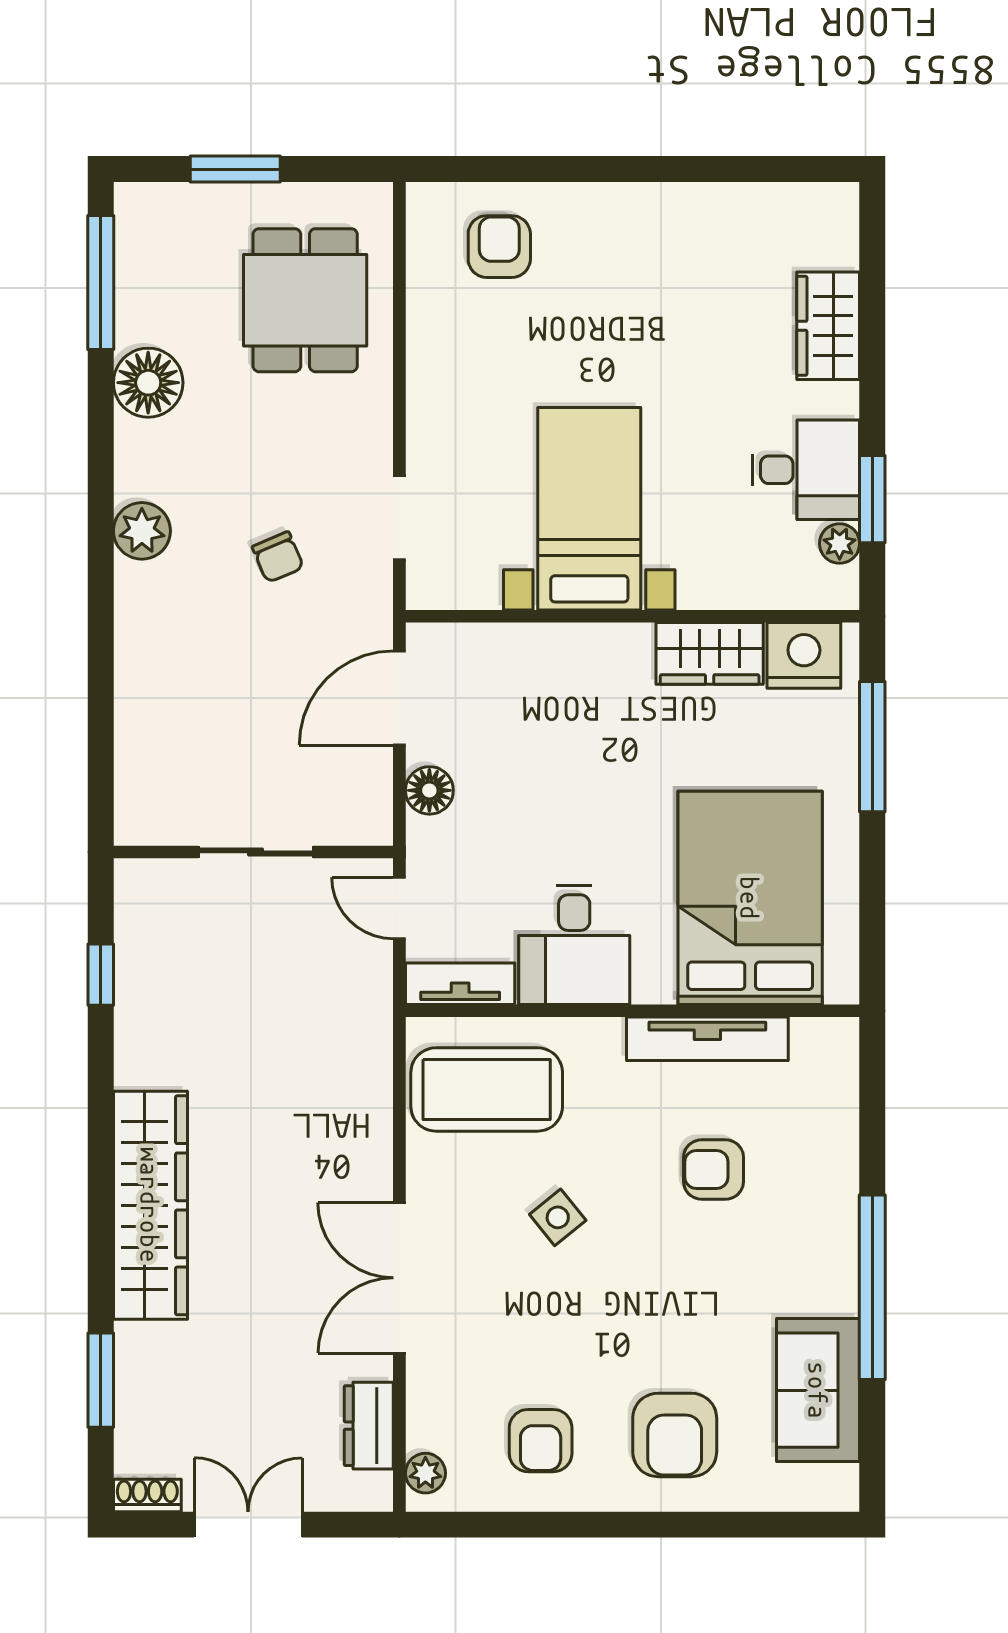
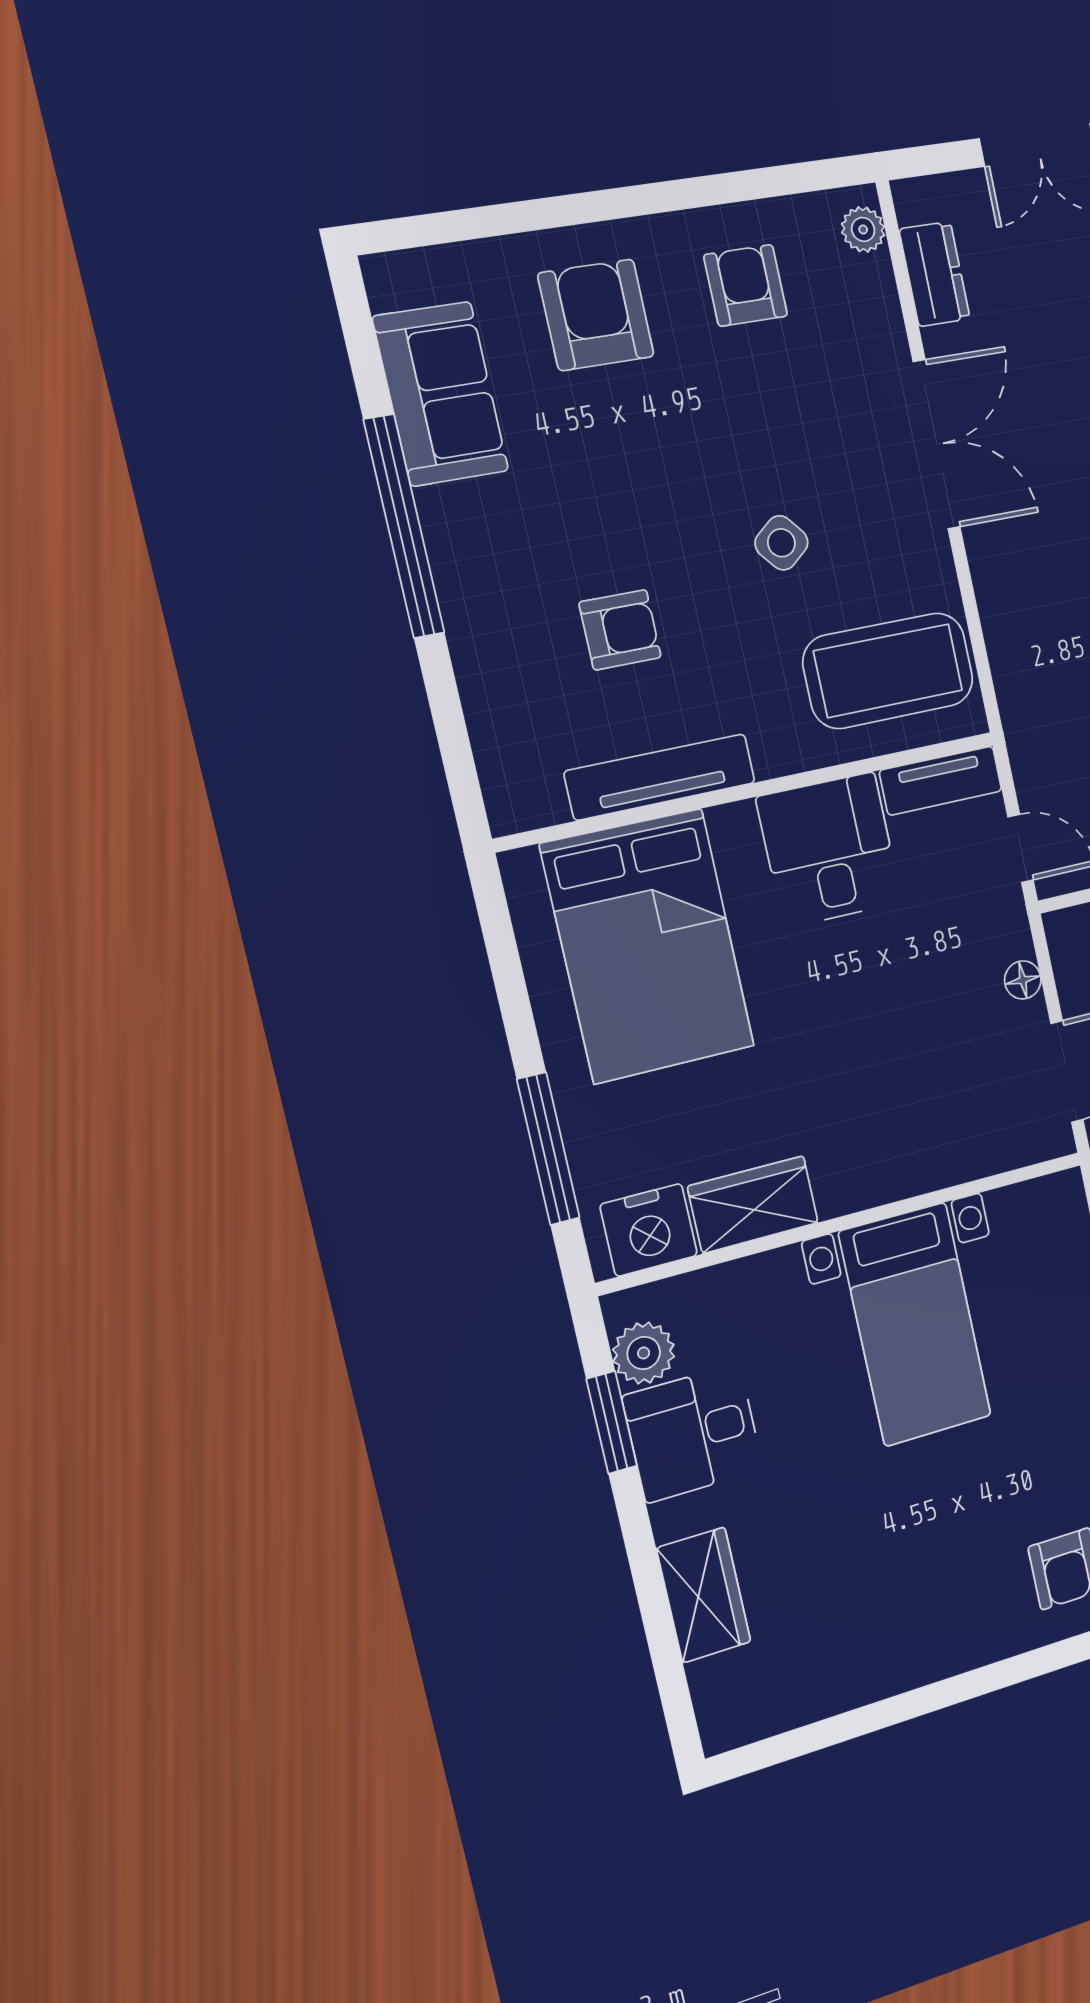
plant: (840, 544) -> (644, 1353), width x1.38, depth x1.38
floor lamp: (429, 790) -> (1023, 980), width x0.73, depth x0.73

